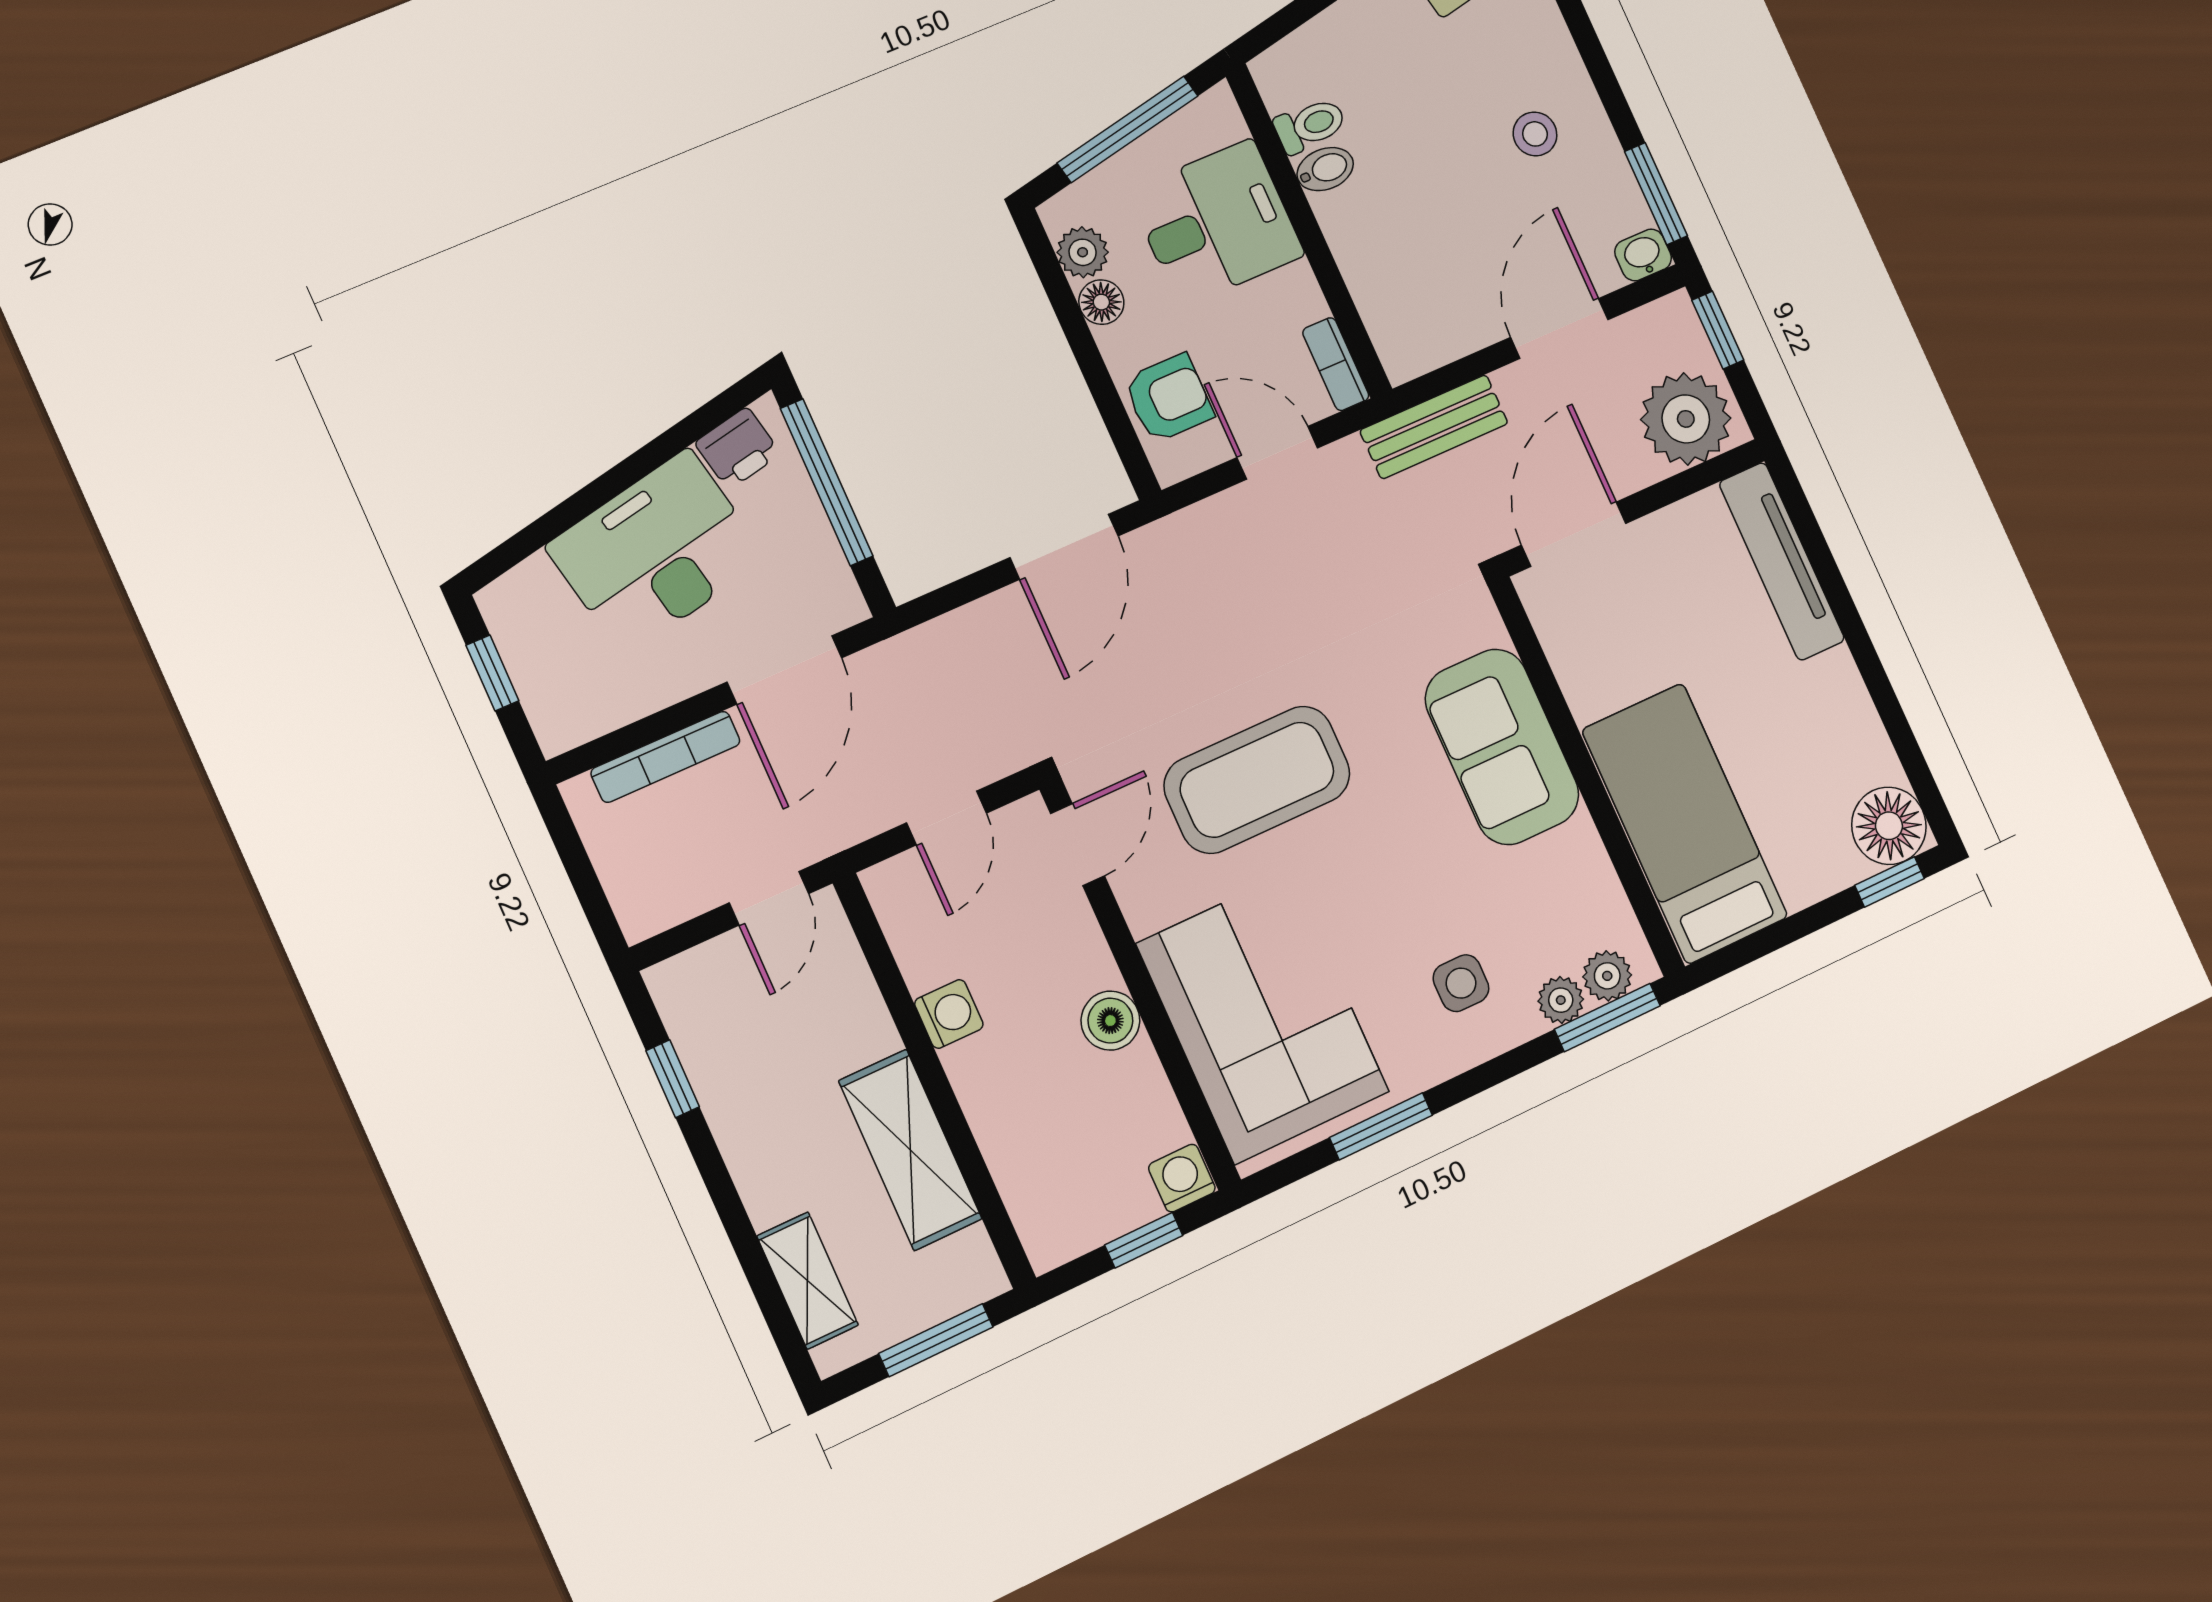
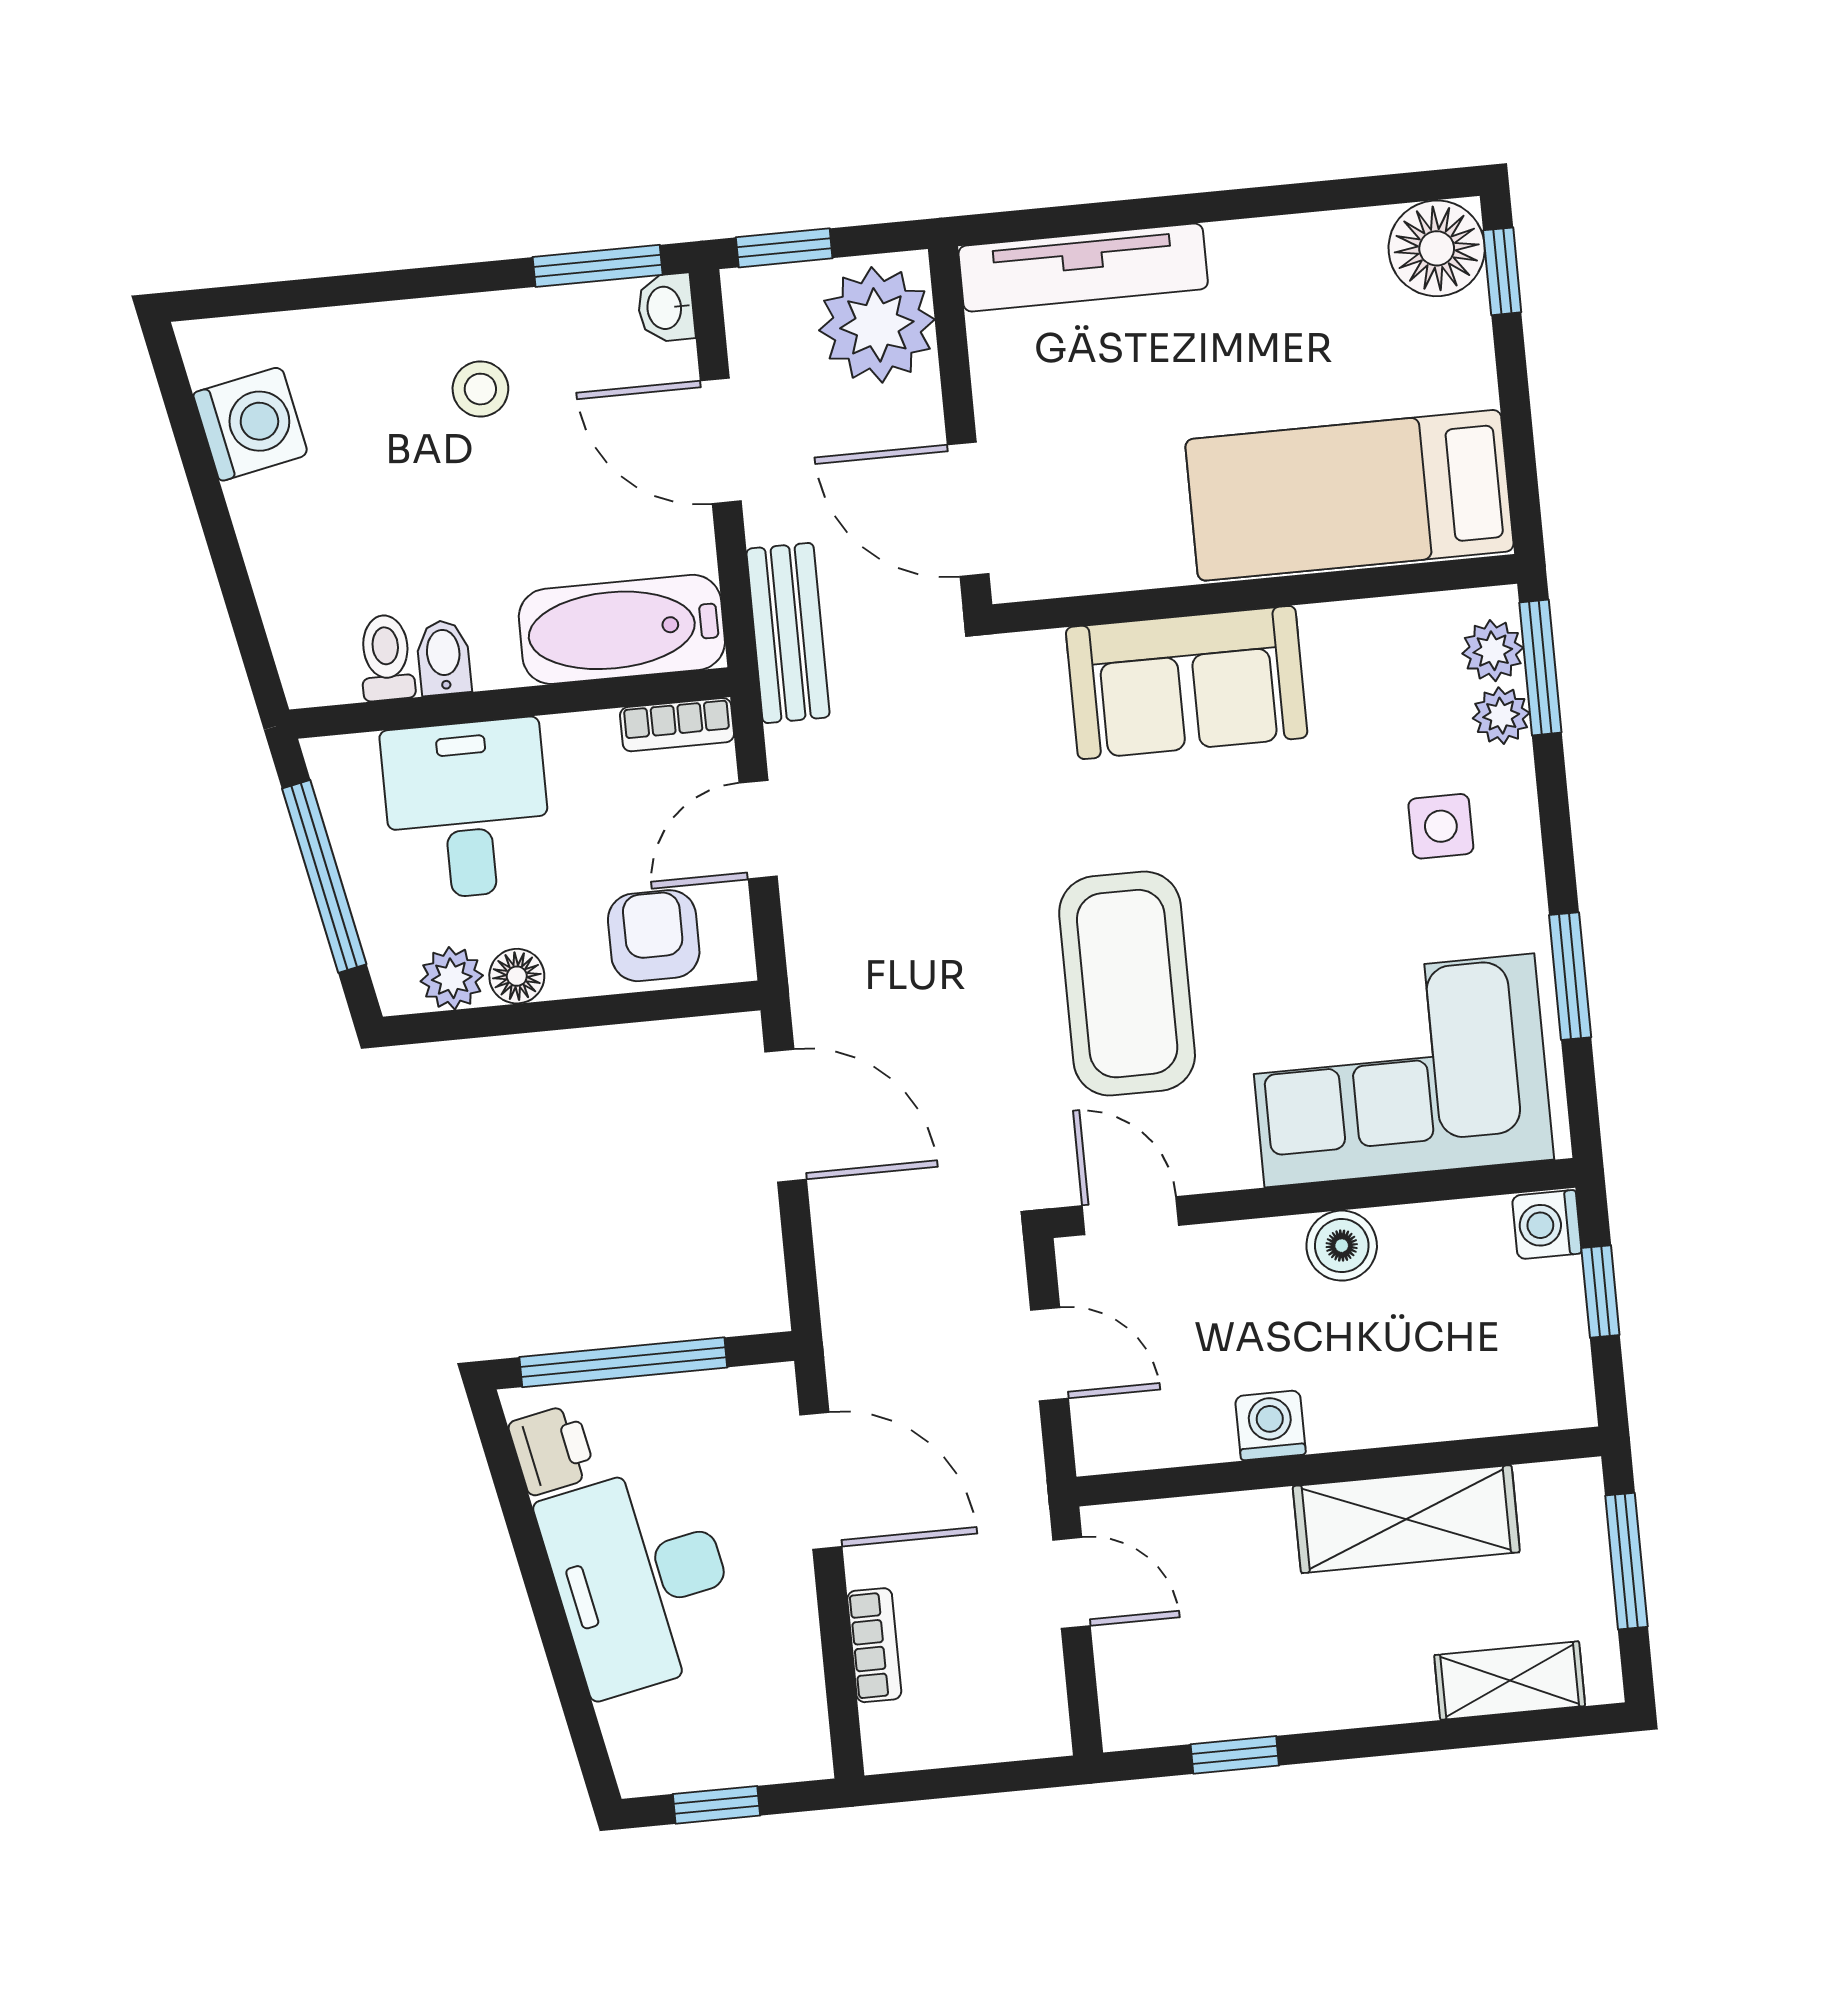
bathtub: (1393, 299) -> (622, 629), added
bookcase: (666, 757) -> (874, 1645), width x0.64

